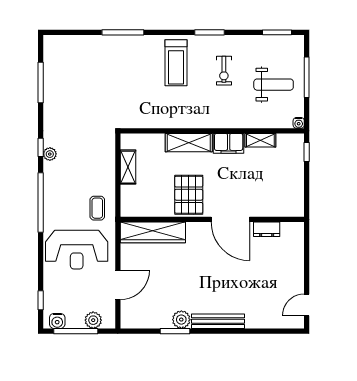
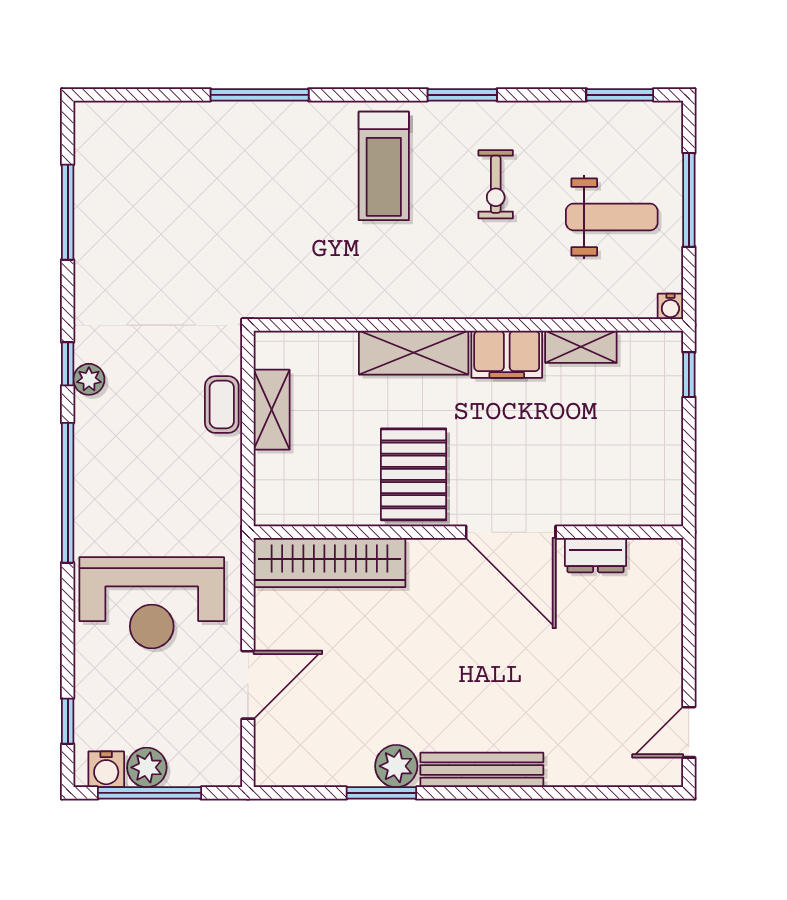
coffee table: (97, 208) -> (222, 404), moved
plant: (93, 320) -> (147, 767), moved

